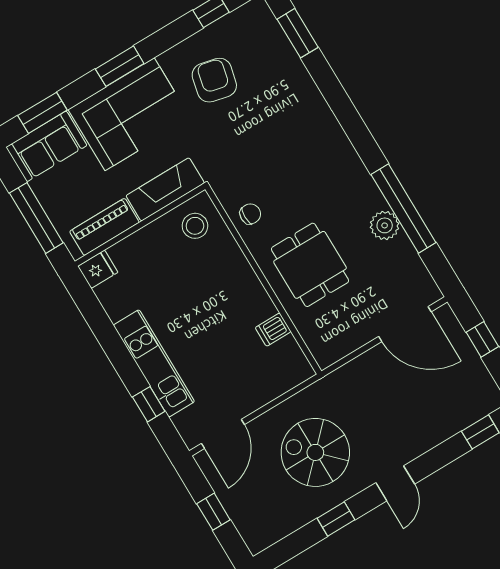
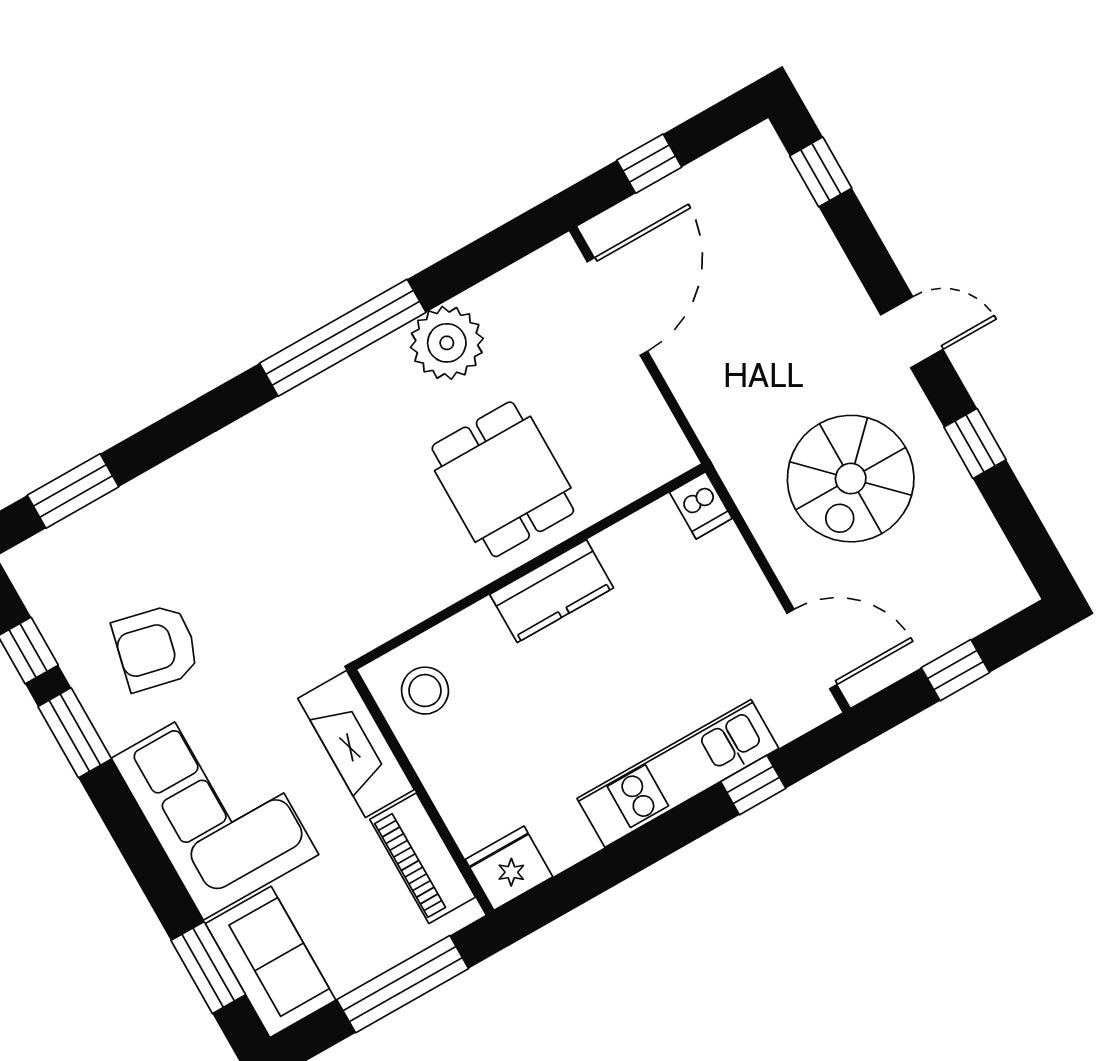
window: (120, 66) -> (75, 733), moved
window: (403, 209) -> (343, 338), moved
chair: (250, 214) -> (406, 588), removed
plant: (385, 225) -> (447, 343), width x1.36, depth x1.36
dining table: (310, 265) -> (503, 479), turned 90
fridge: (98, 269) -> (509, 868), width x1.38
kitchen counter: (250, 293) -> (552, 591), added
dishwasher: (273, 330) -> (701, 505), moved

